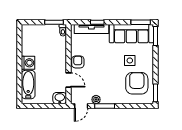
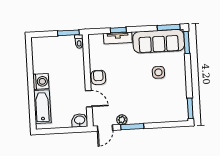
tv unit: (91, 29) -> (118, 38), width x0.71
armchair: (137, 83) -> (168, 98), removed

